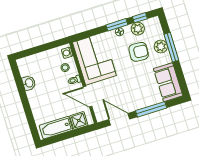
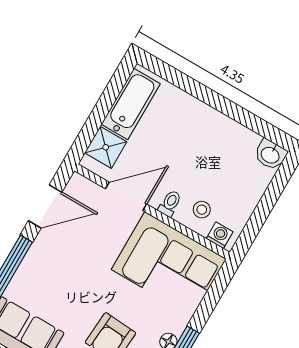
washbasin: (29, 83) -> (270, 155), moved

